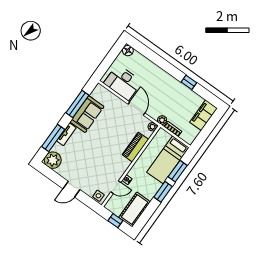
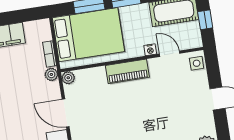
door: (137, 109) -> (66, 113), hinge flipped
piano: (135, 147) -> (127, 71), moved
bed: (168, 160) -> (88, 35), width x1.50

